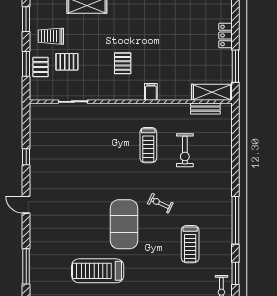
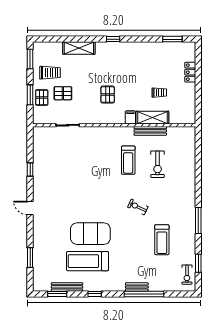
trolley: (51, 36) -> (50, 73), turned 180
trolley: (187, 61) -> (159, 93), added
window: (235, 66) -> (198, 97), removed
shelving: (212, 92) -> (152, 118), moved
bench: (205, 109) -> (150, 131), moved, width x1.36
window: (235, 220) -> (198, 221), width x0.68
exercise mat: (124, 224) -> (90, 234), moved, turned 90
window: (26, 266) -> (30, 258), width x0.69

